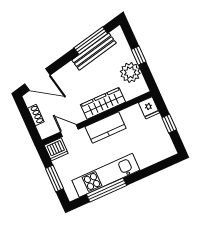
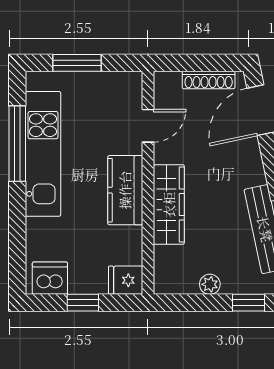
window: (139, 56) -> (249, 303), moved
plant: (130, 72) -> (210, 284), width x0.53, depth x0.53
shoe rack: (36, 115) -> (209, 80), width x1.43
dishwasher: (56, 149) -> (50, 278), moved, turned 90

